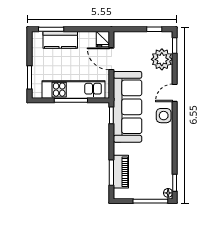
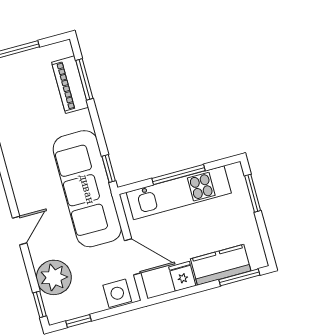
fridge: (103, 39) -> (182, 276), moved
side table: (164, 116) -> (117, 293), moved

